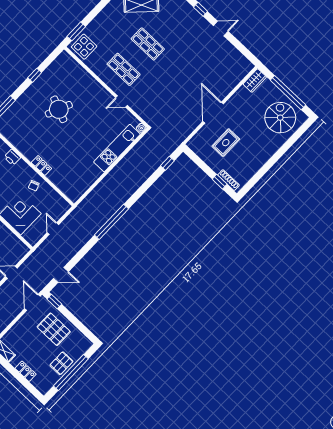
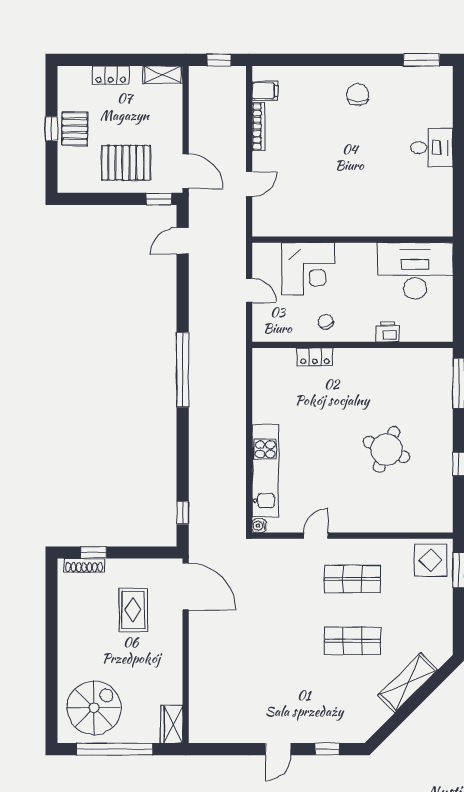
door: (213, 113) -> (186, 587), moved
spiral stairs: (280, 118) -> (94, 708), turned -90
locker: (41, 165) -> (315, 357), moved
window: (71, 372) -> (52, 129), width x0.32

